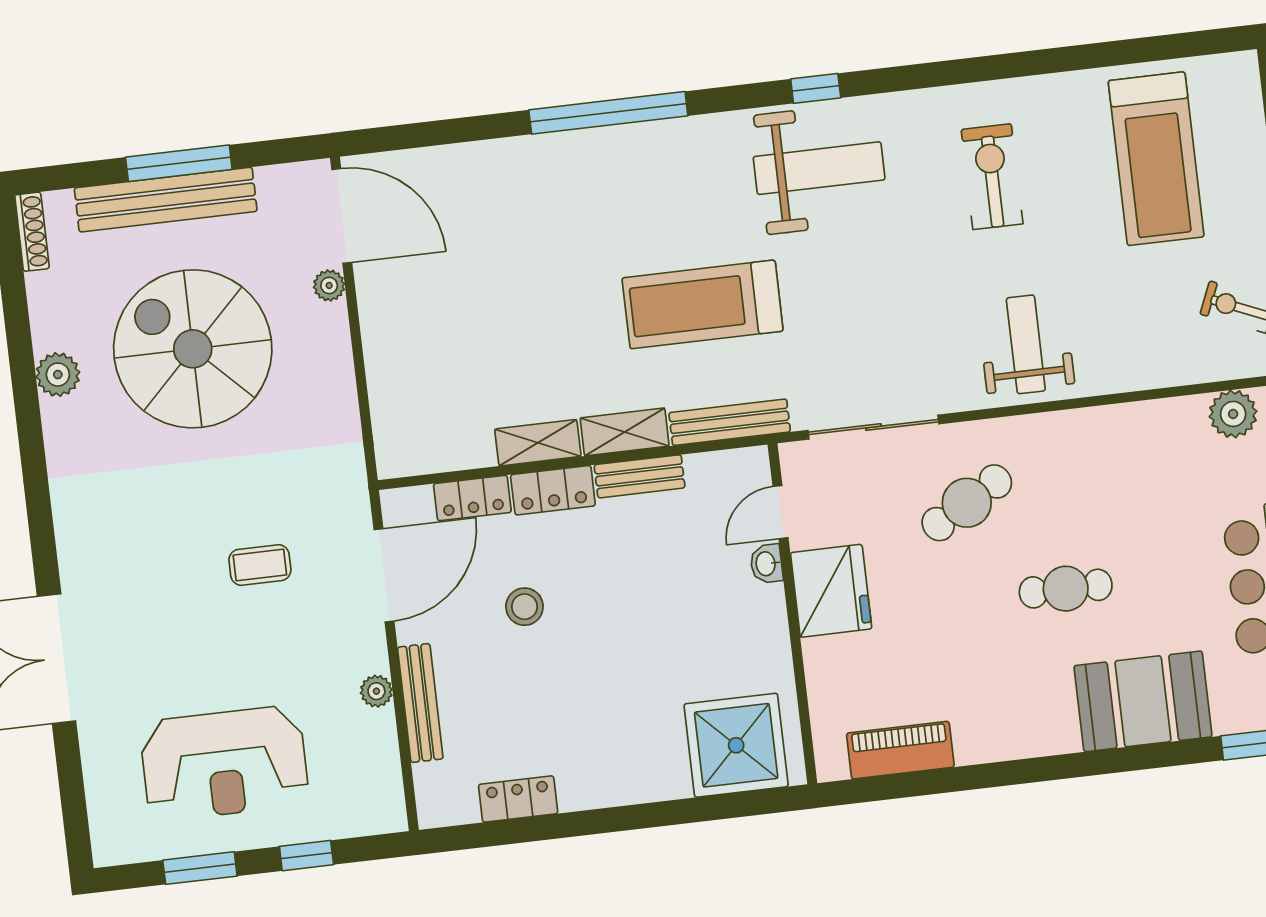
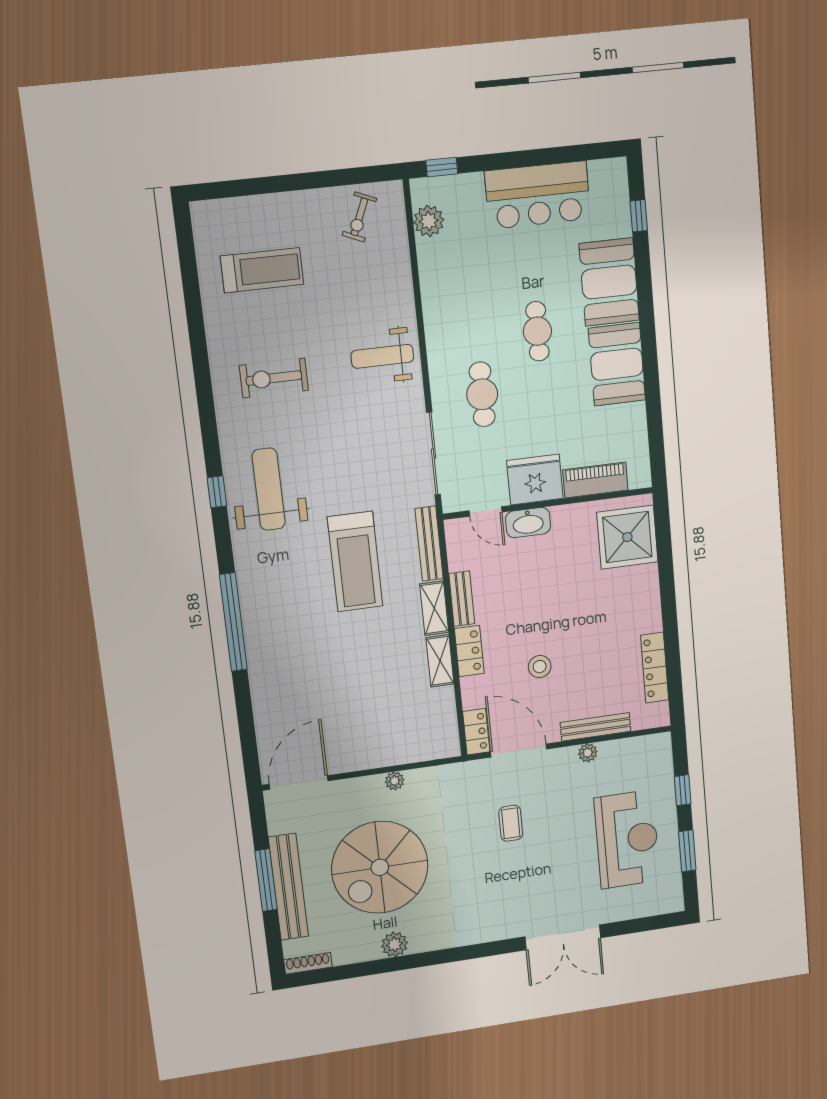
treadmill: (1156, 159) -> (262, 270), width x0.73, depth x0.73
plant: (329, 285) -> (395, 781), moved
locker: (472, 498) -> (476, 732), moved
cafe table: (967, 503) -> (482, 394), turned 30
washbasin: (766, 564) -> (528, 523), width x1.91, depth x1.45
booth: (1014, 718) -> (617, 364), added
piano: (900, 750) -> (595, 480), moved, turned 90
locker: (518, 799) -> (655, 668), width x1.53

